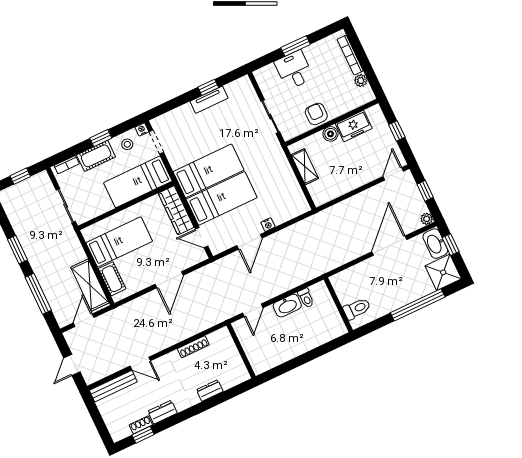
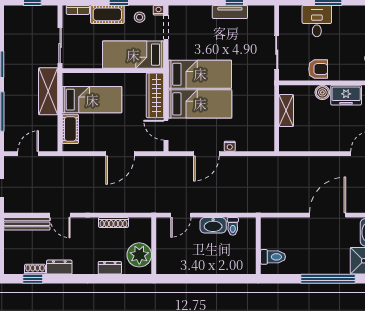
armchair: (316, 114) -> (318, 69), turned 90
shelving: (90, 285) -> (48, 91), moved
plant: (232, 366) -> (139, 255), added

